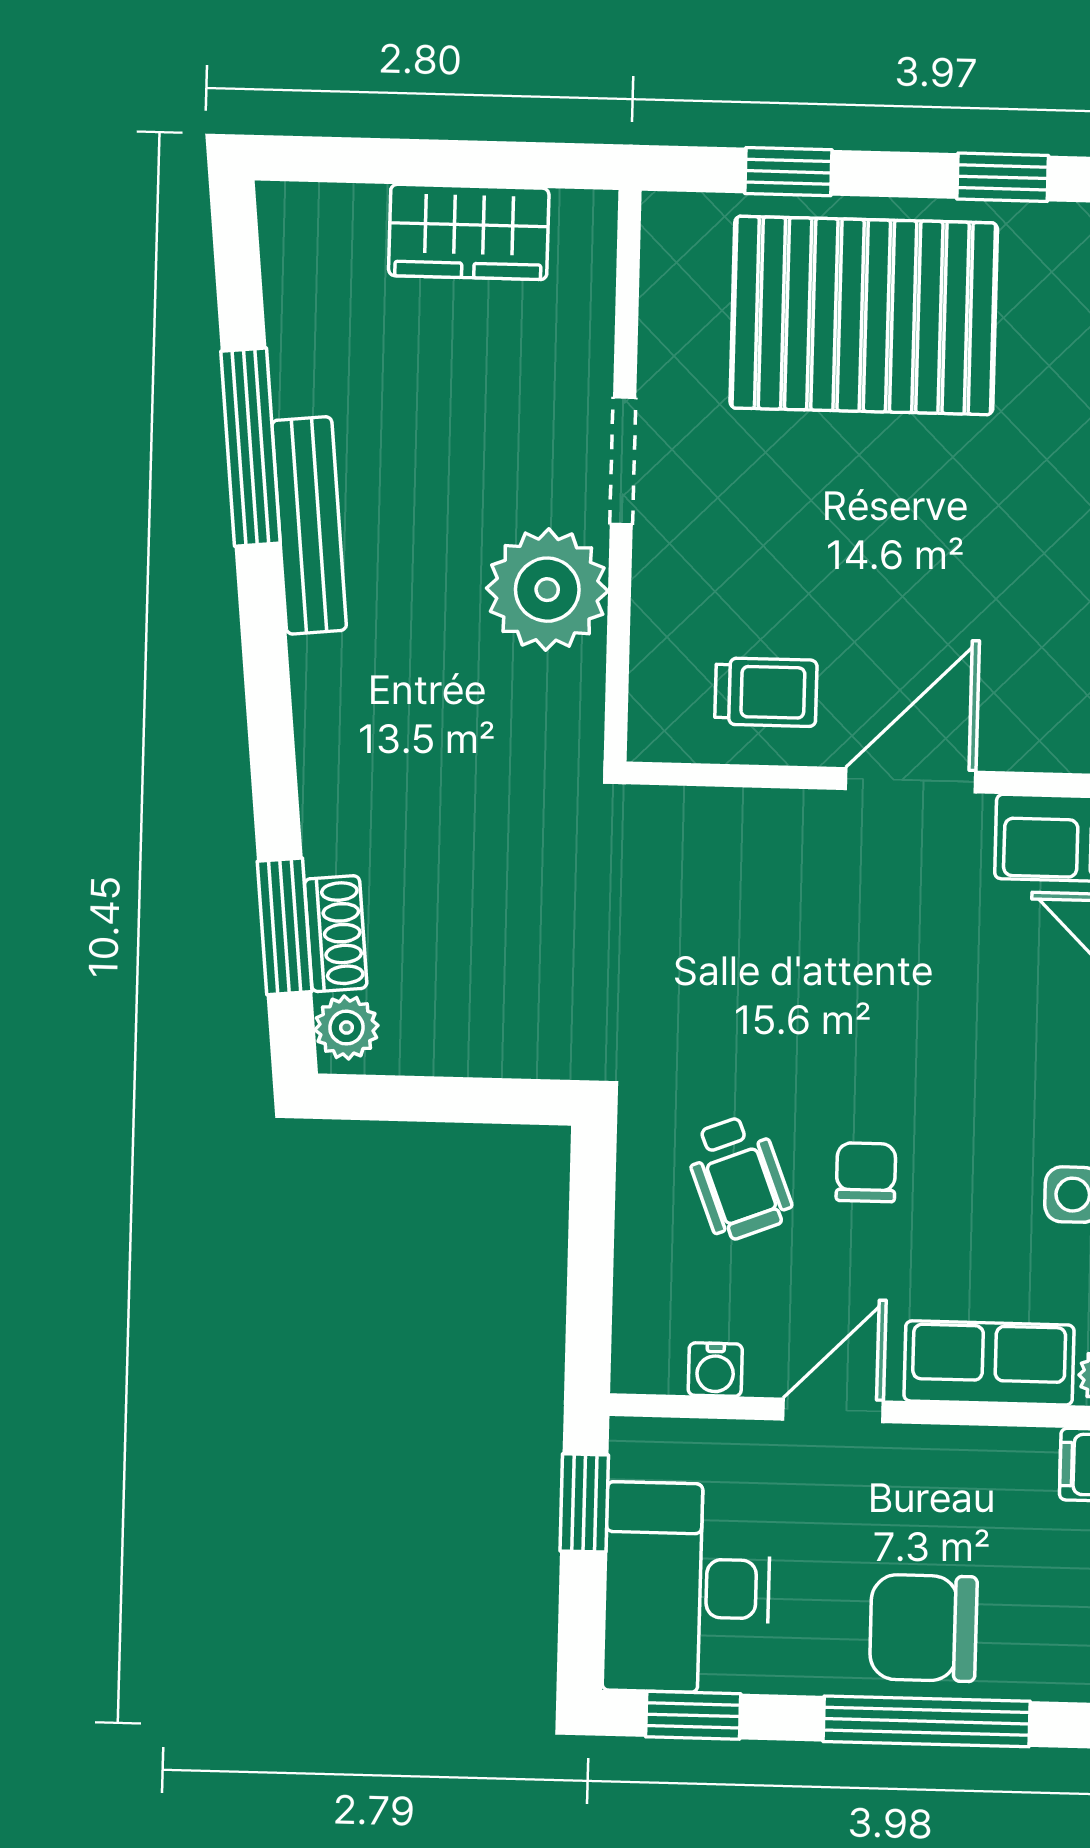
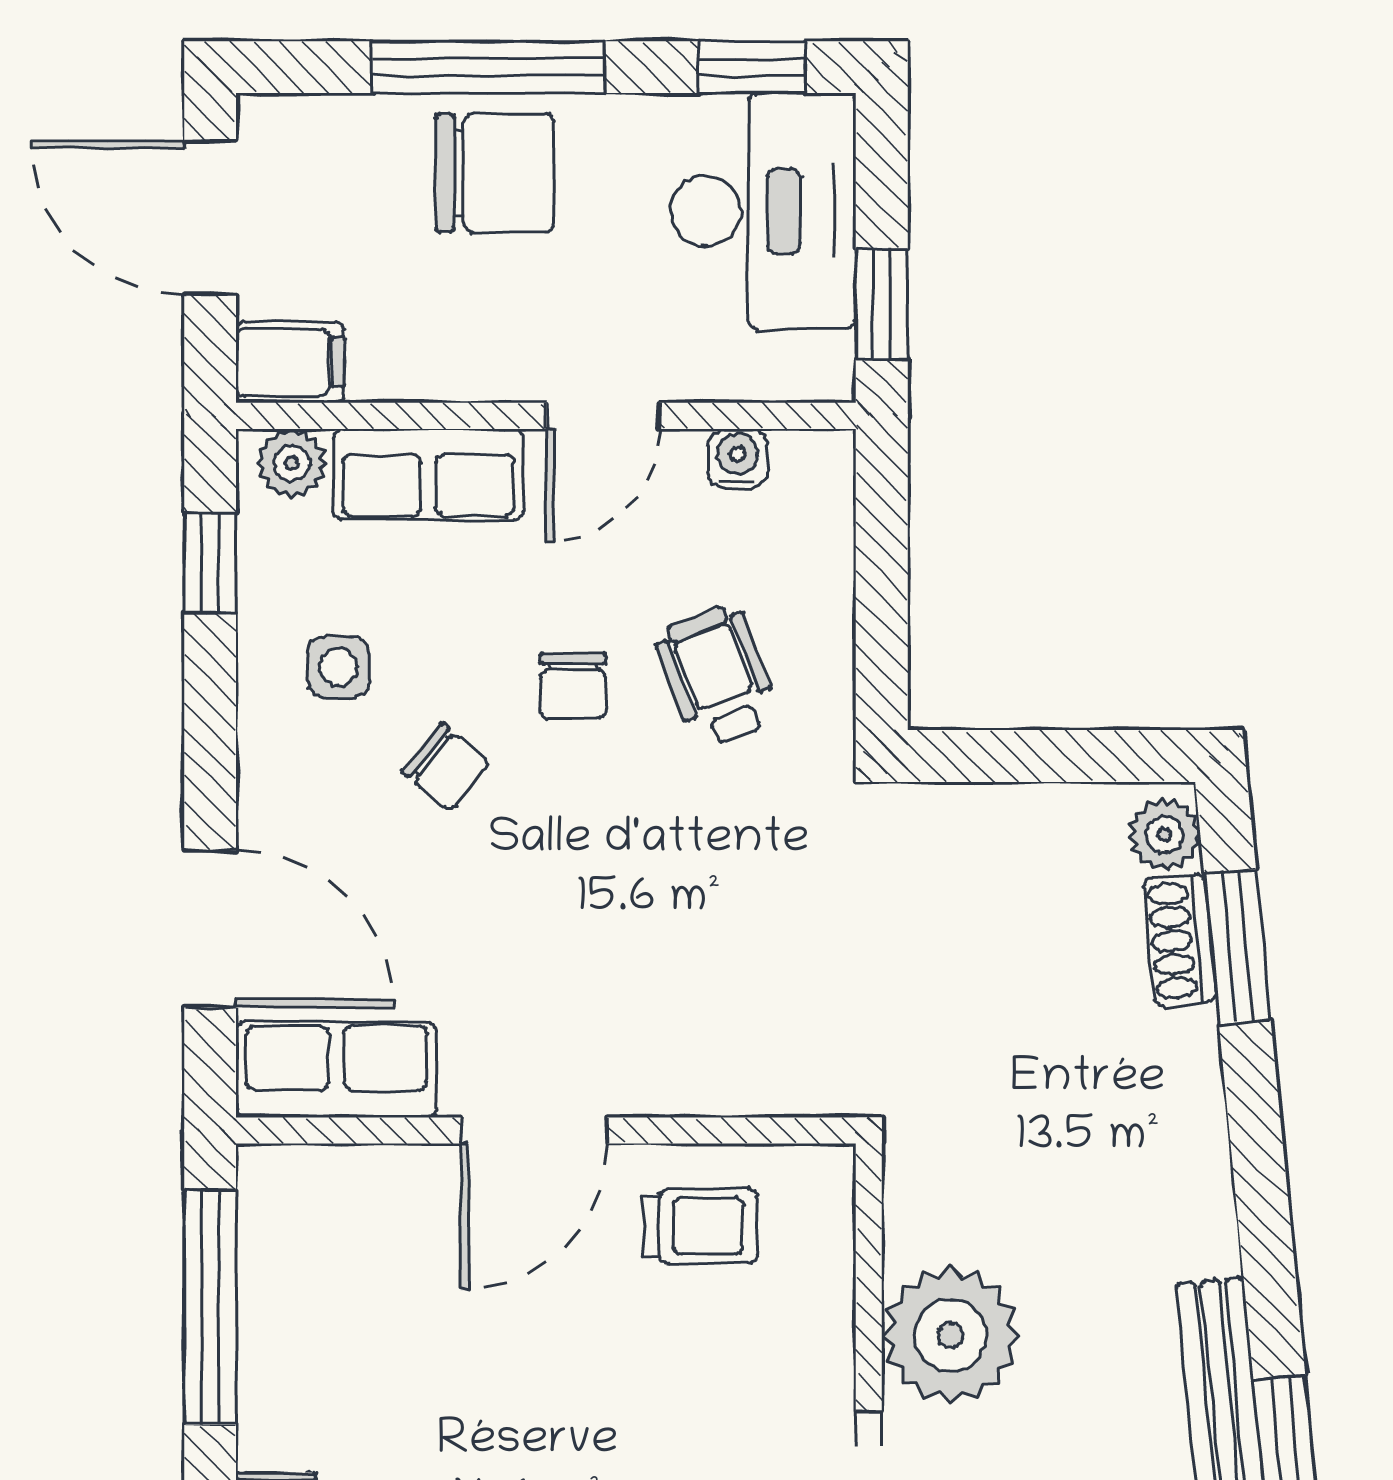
trolley: (766, 692) -> (700, 1226), turned 180
chair: (980, 1104) -> (446, 767), added

